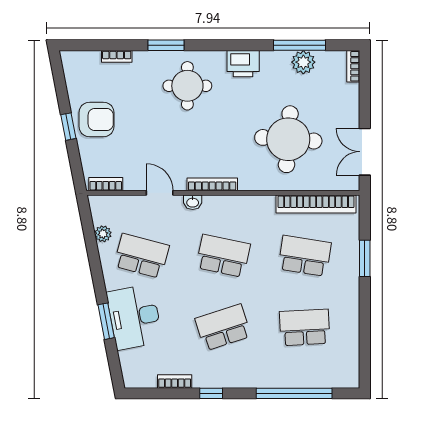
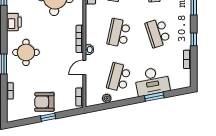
armchair: (97, 119) -> (44, 102), turned -90

